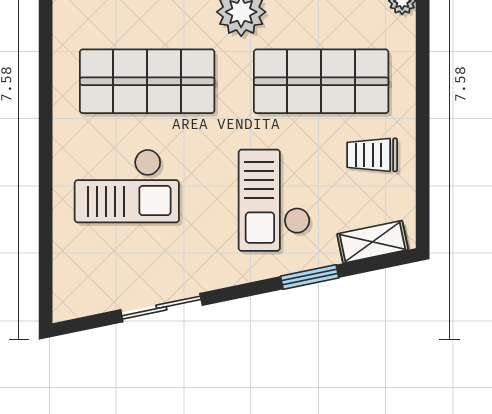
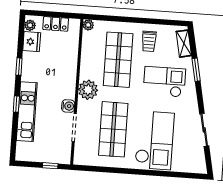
checkout: (127, 186) -> (155, 140), width x1.36, depth x1.21
checkout: (274, 200) -> (164, 82), turned 180

